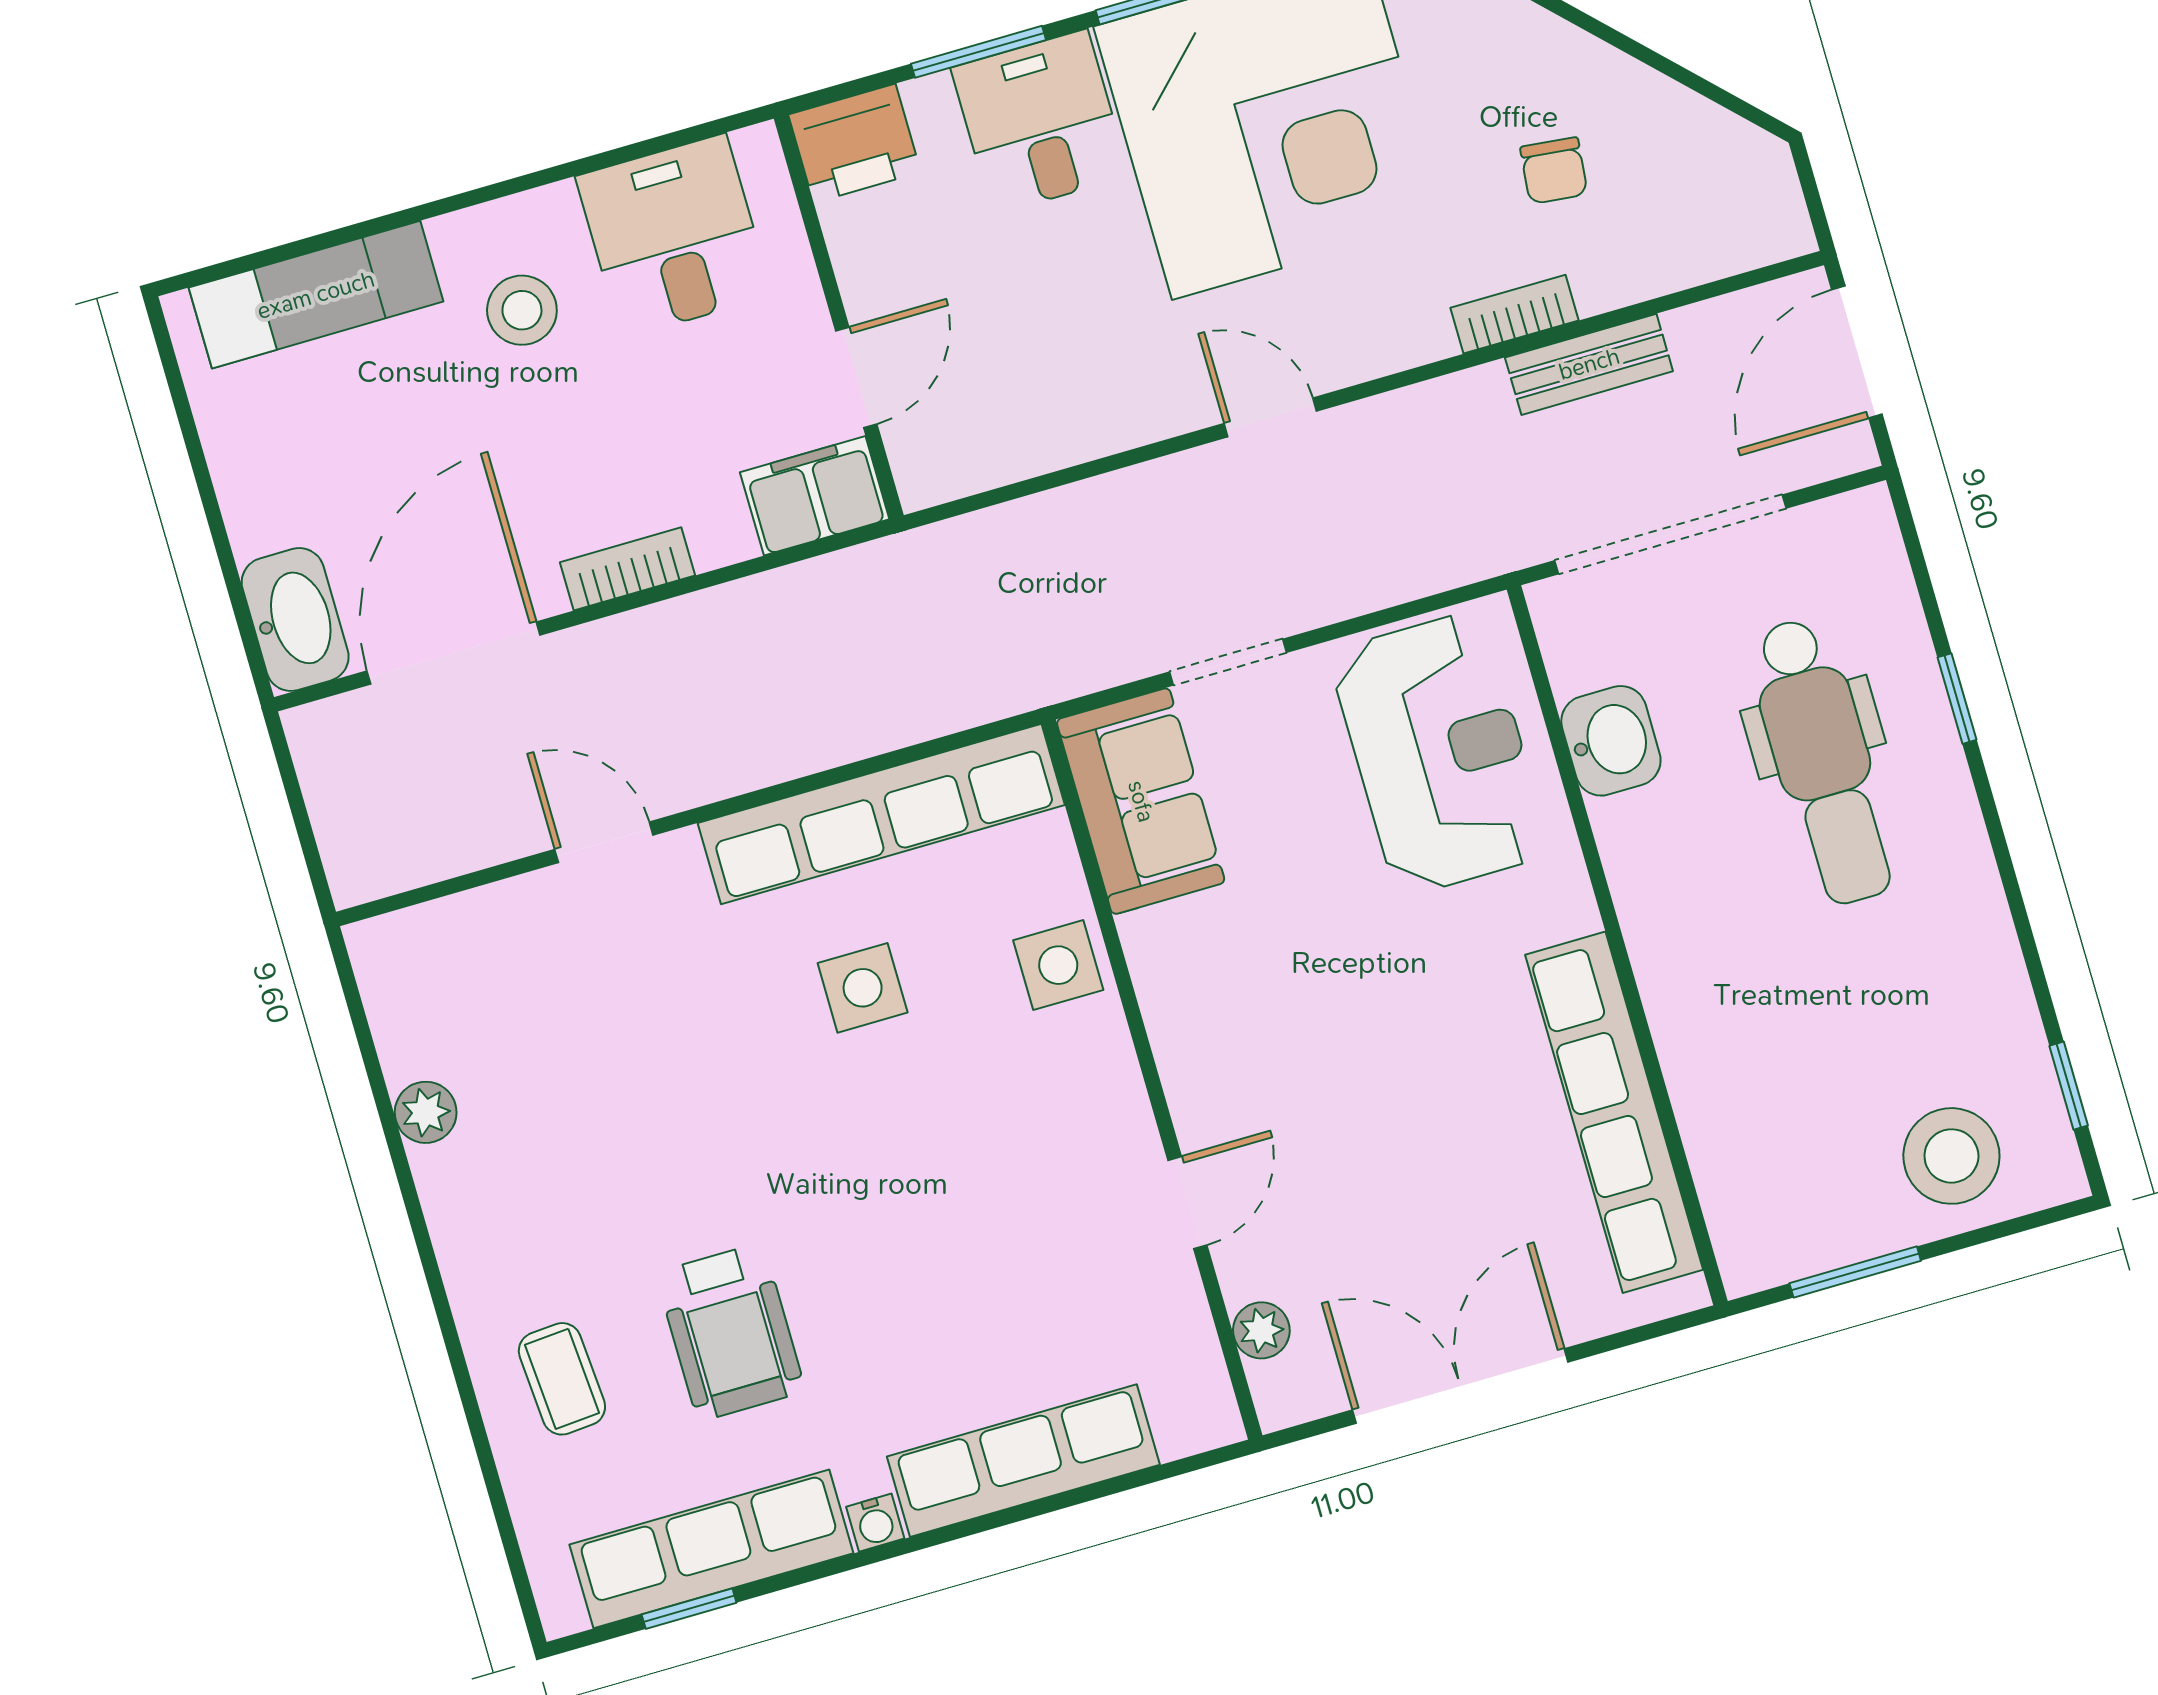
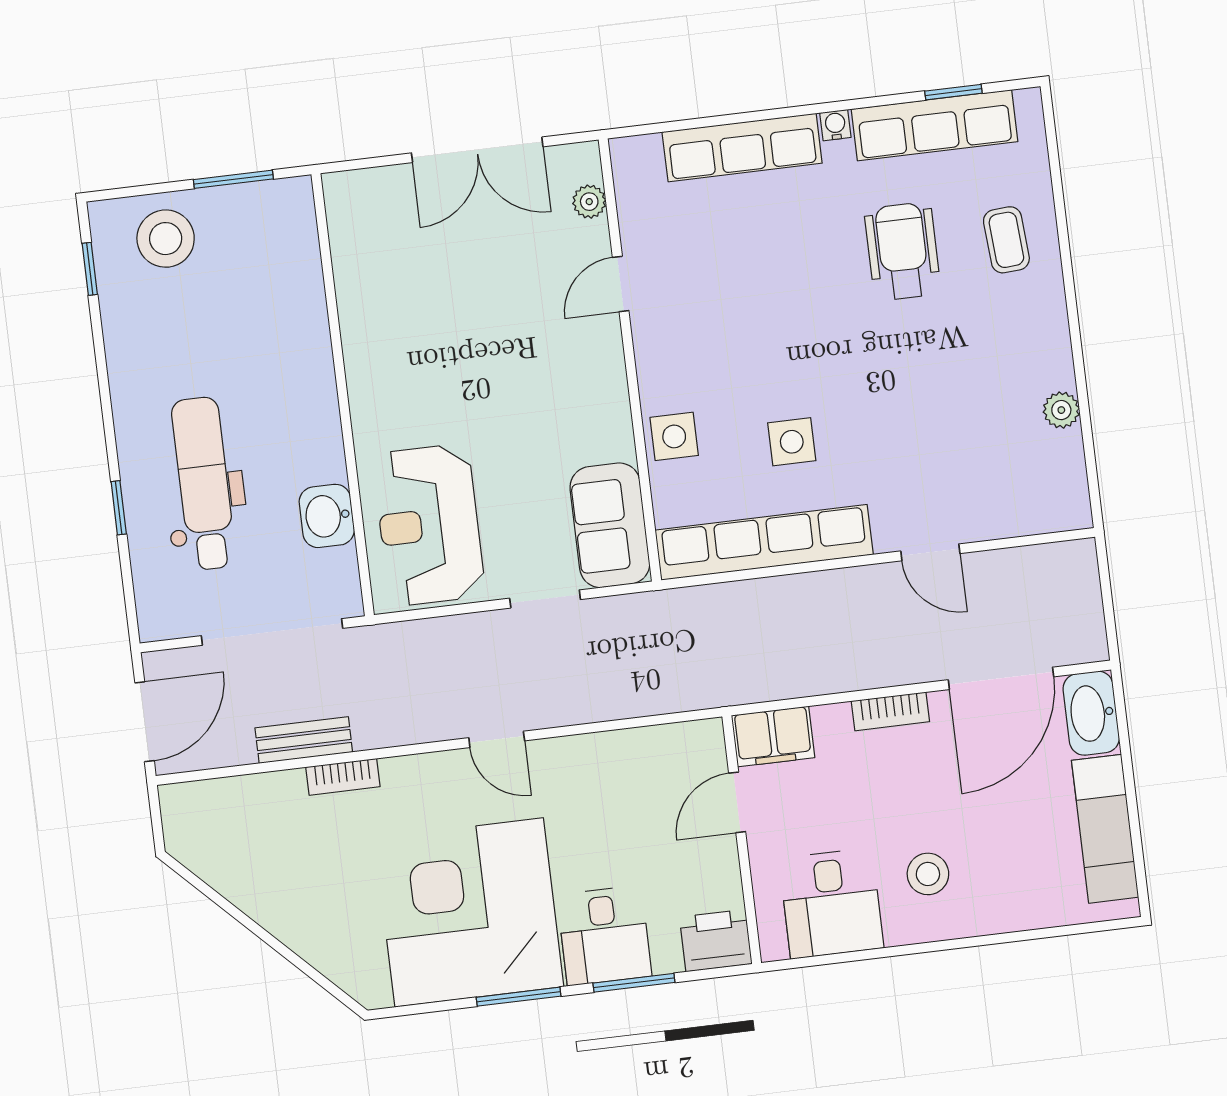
chair: (1554, 171) -> (306, 858), removed
exam couch: (316, 295) -> (1105, 829), moved, turned -90
row of seats: (1614, 1112) -> (360, 297), removed

